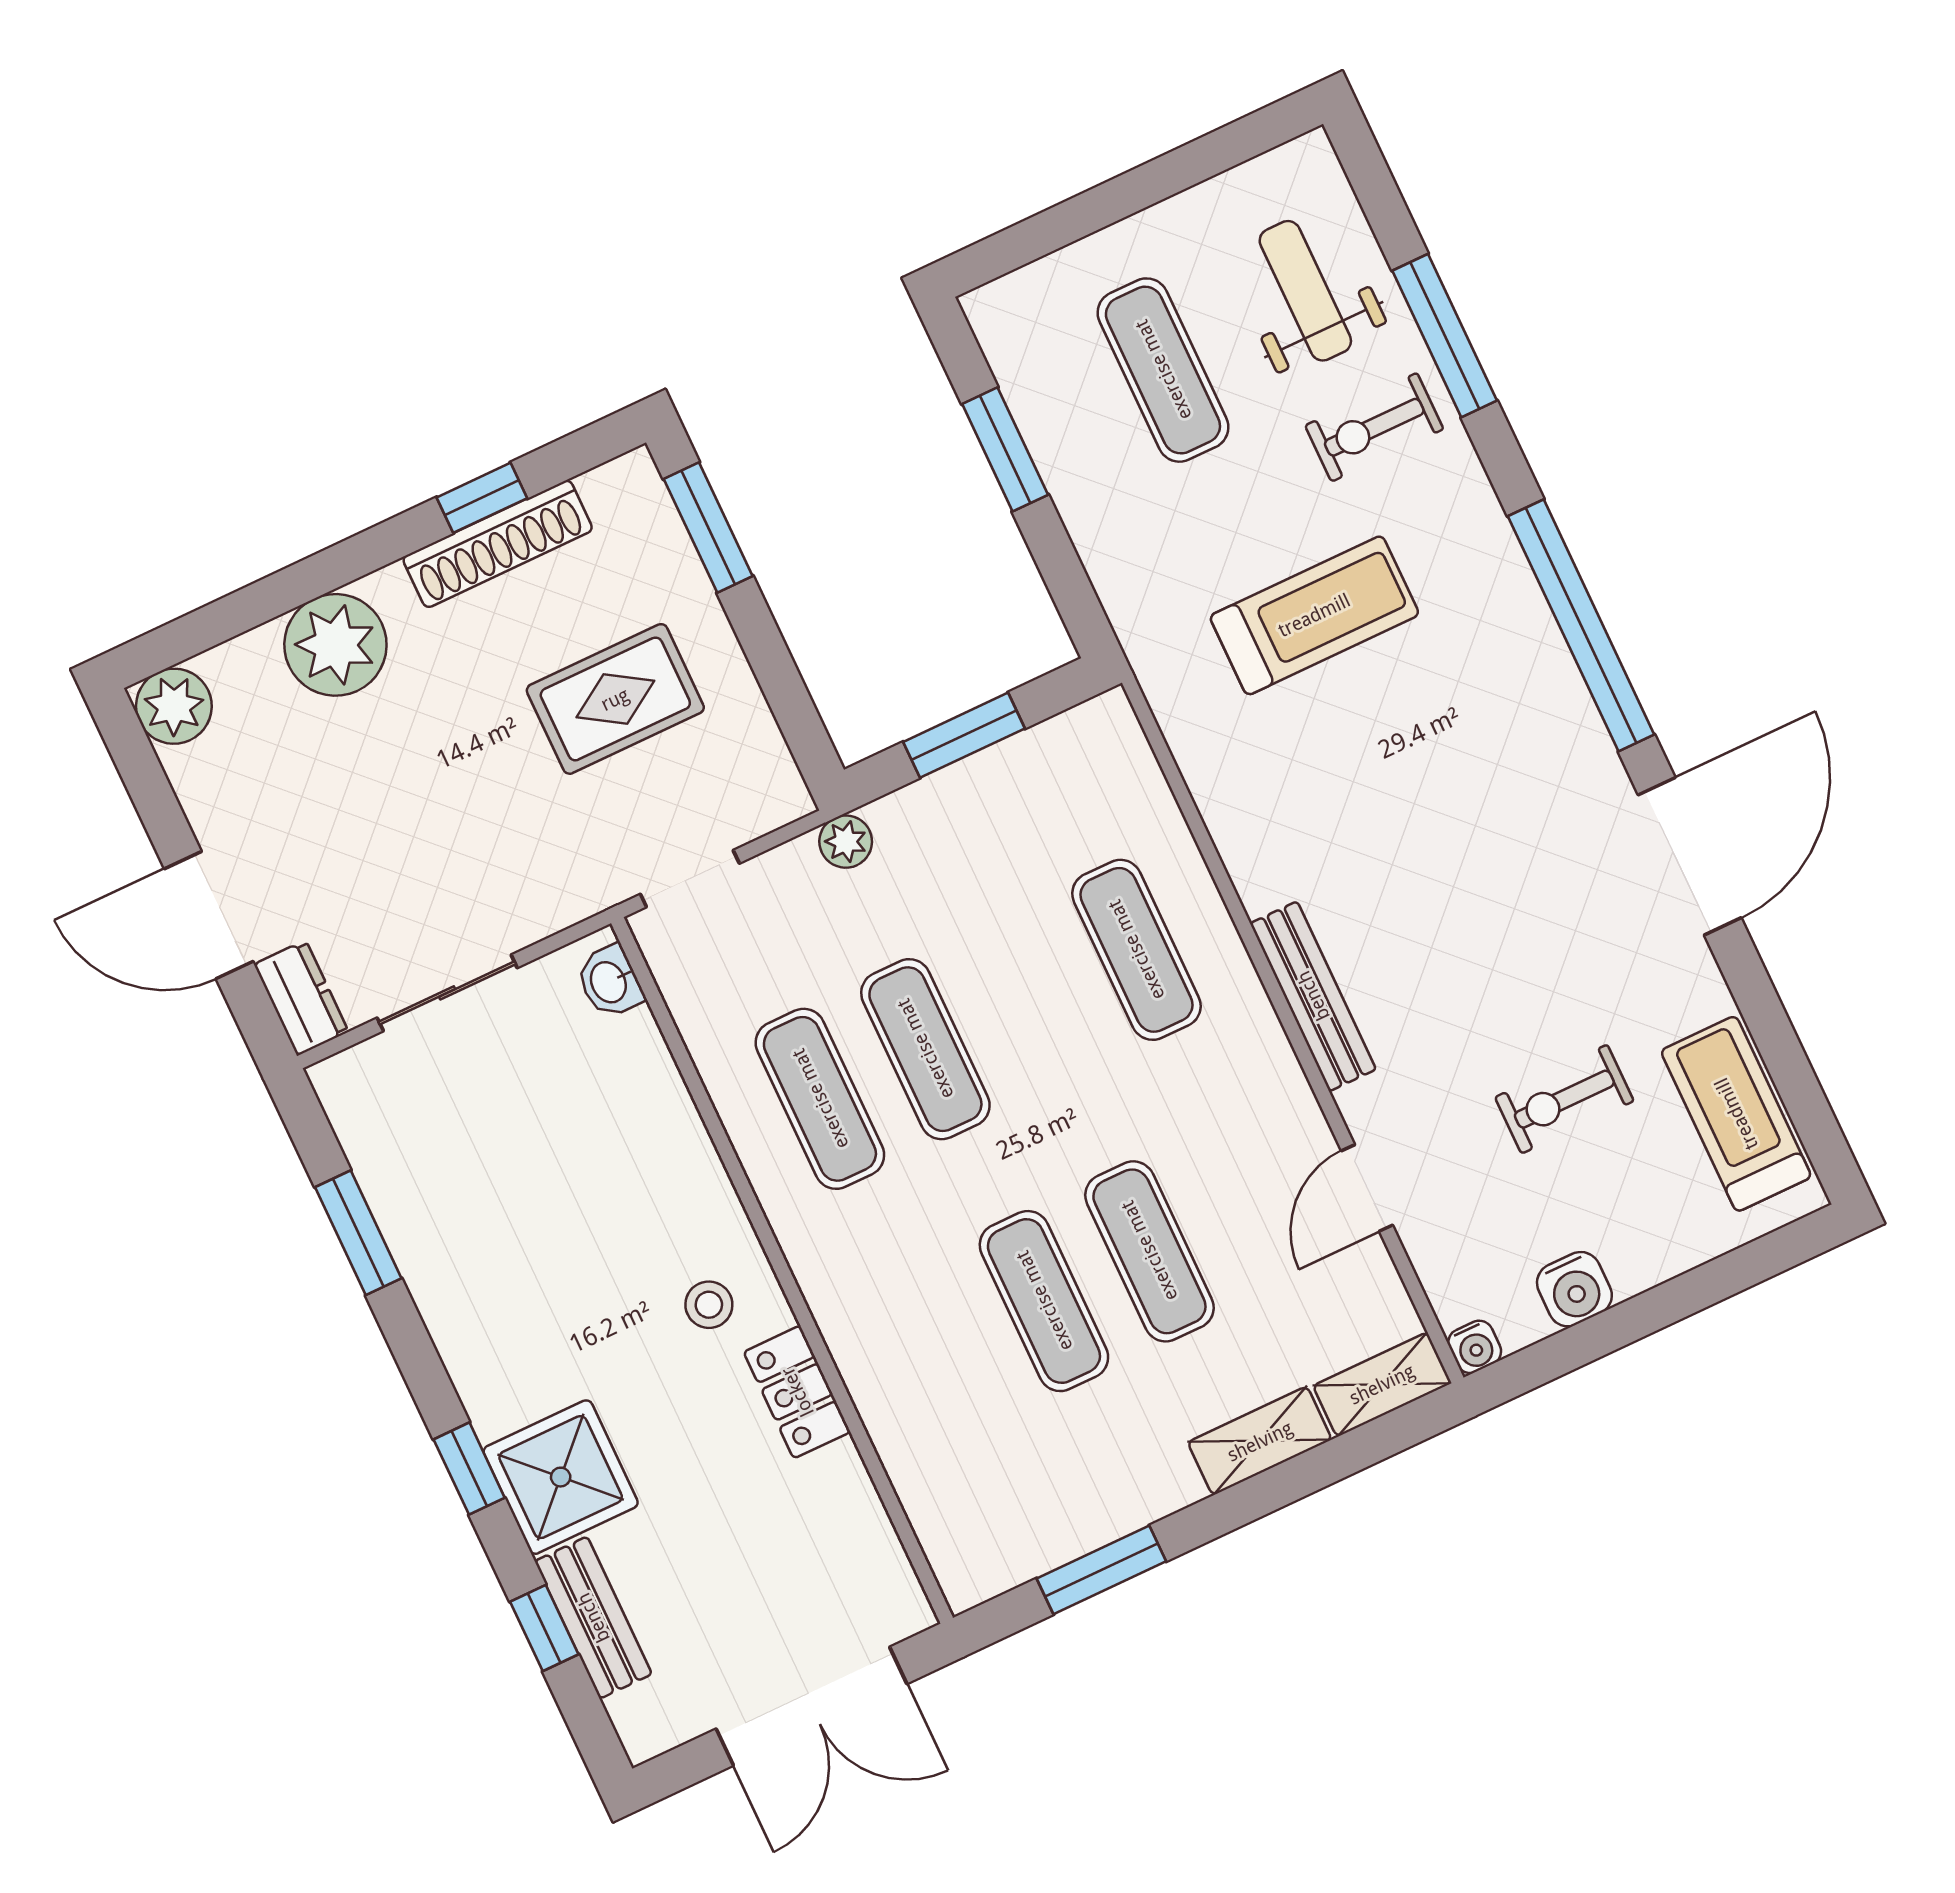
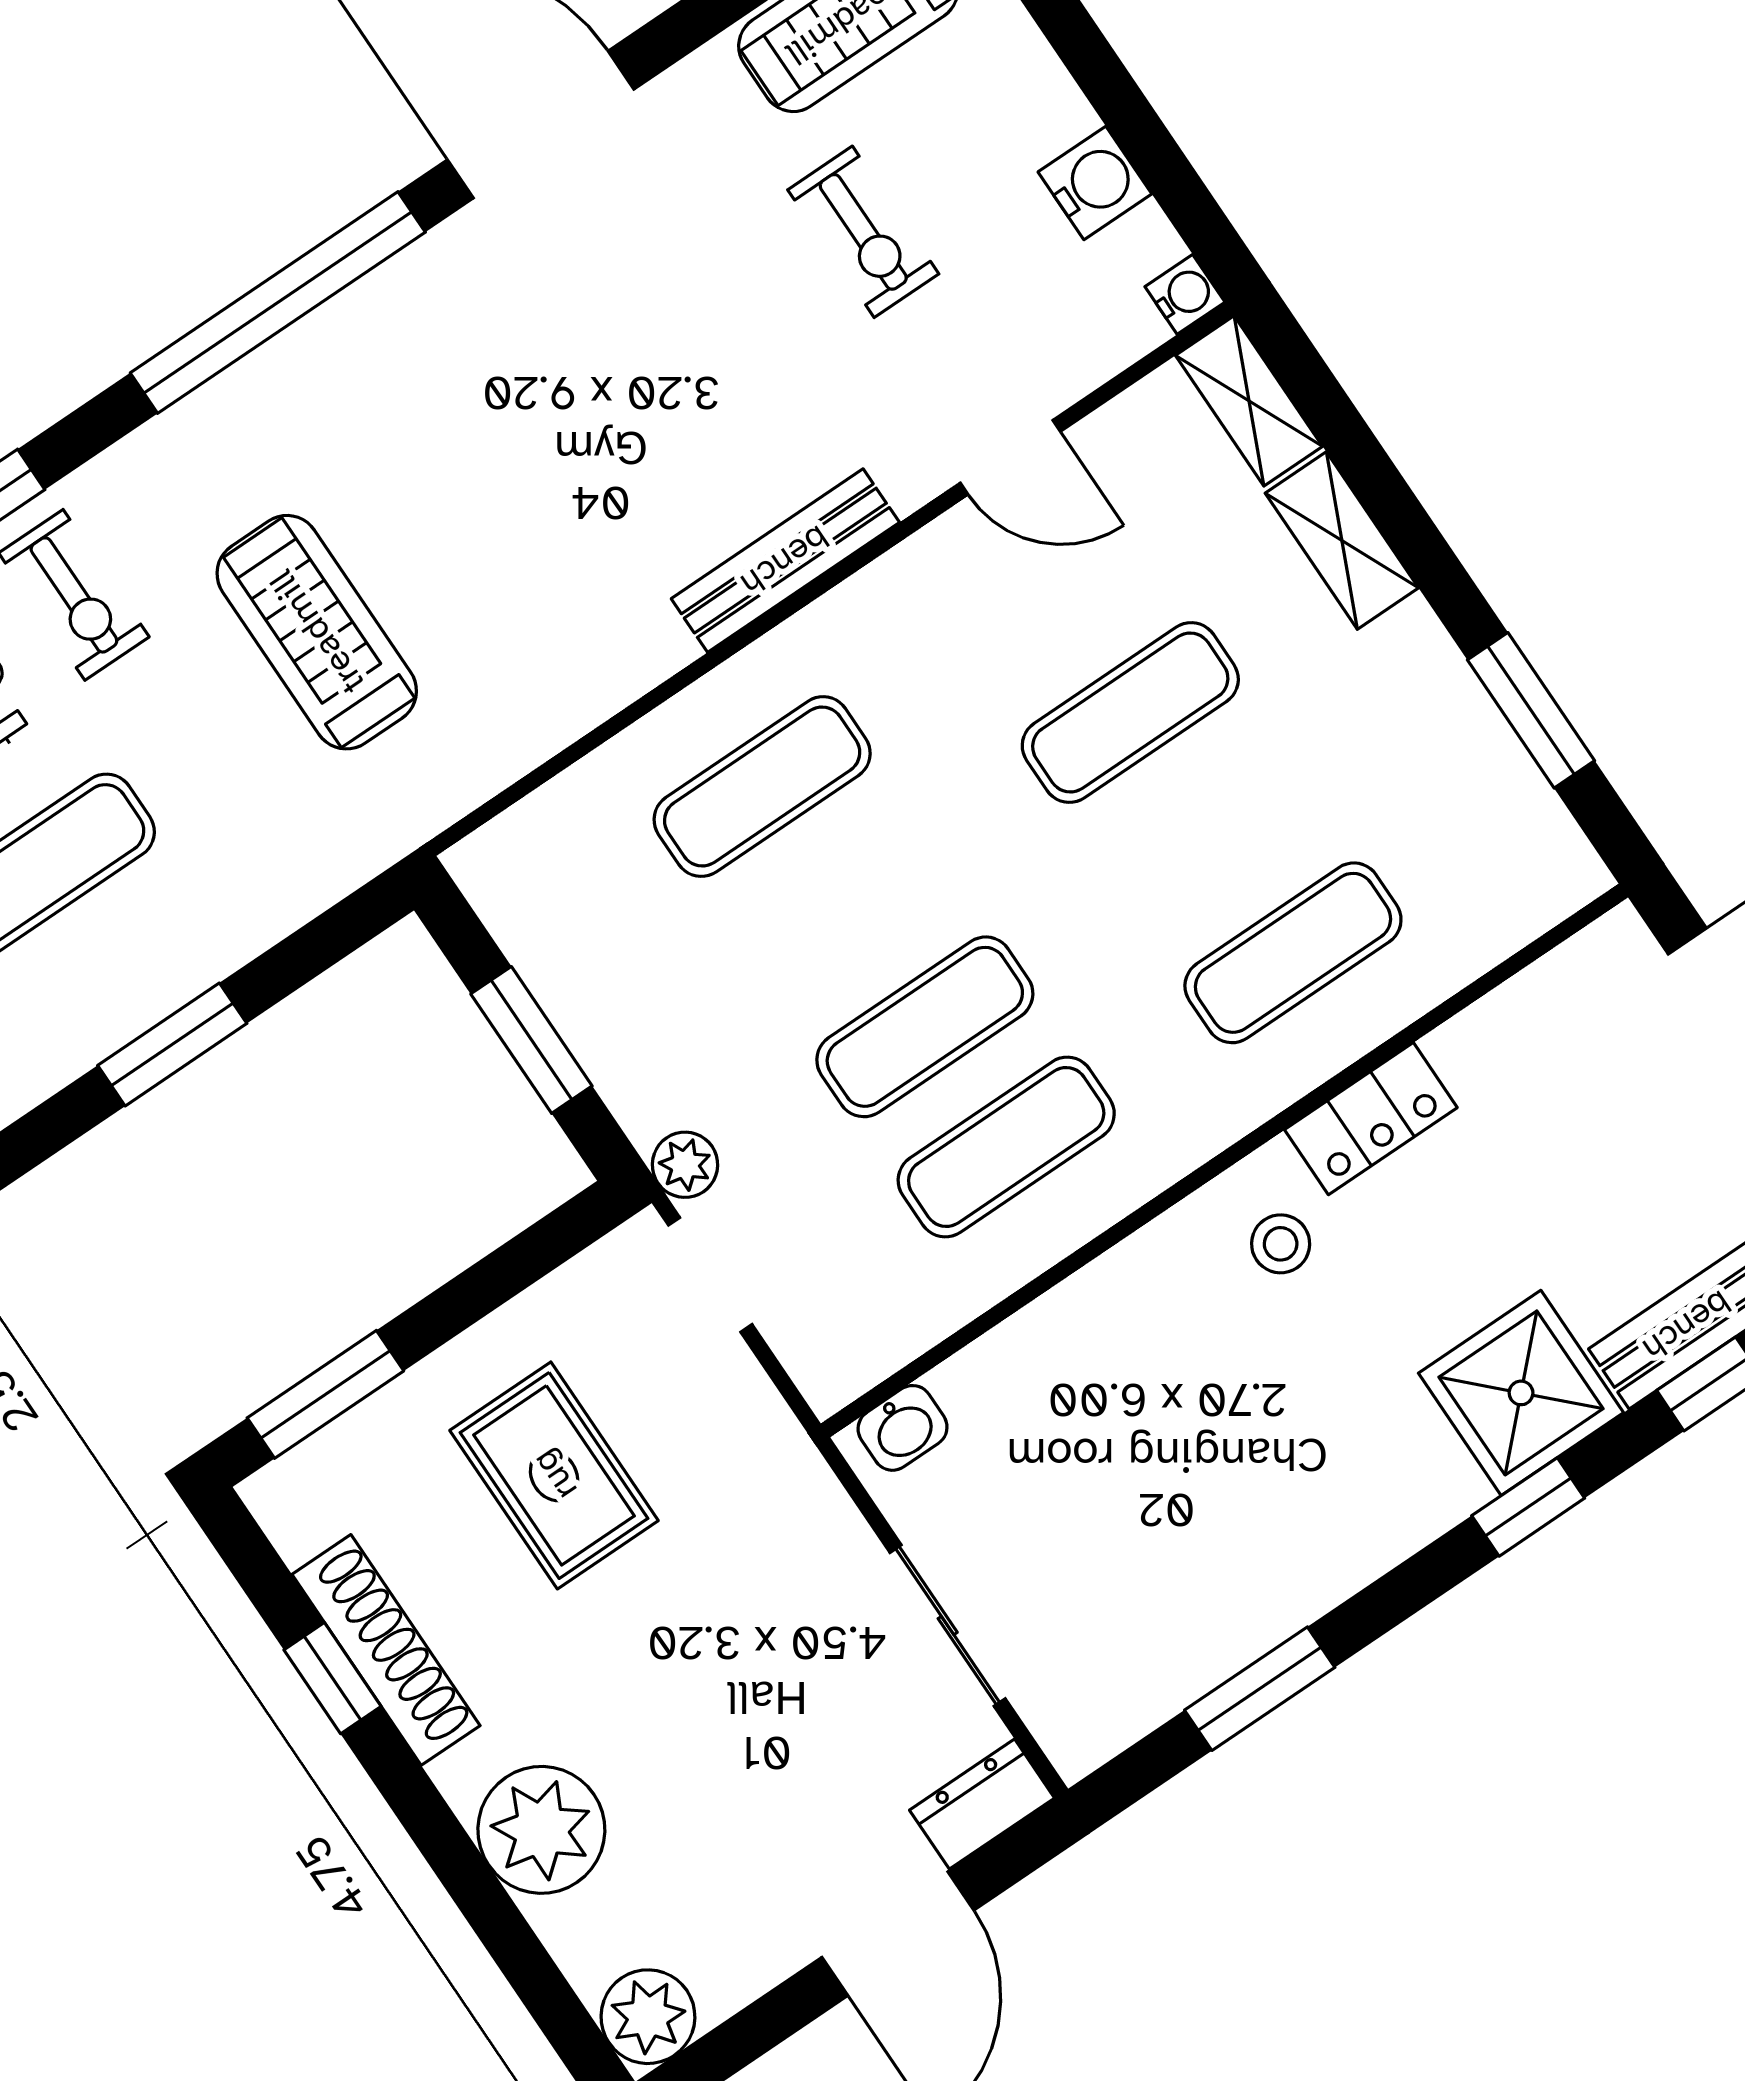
doorway: (690, 879) -> (710, 1275), moved
exercise mat: (1044, 1301) -> (1293, 953), moved

